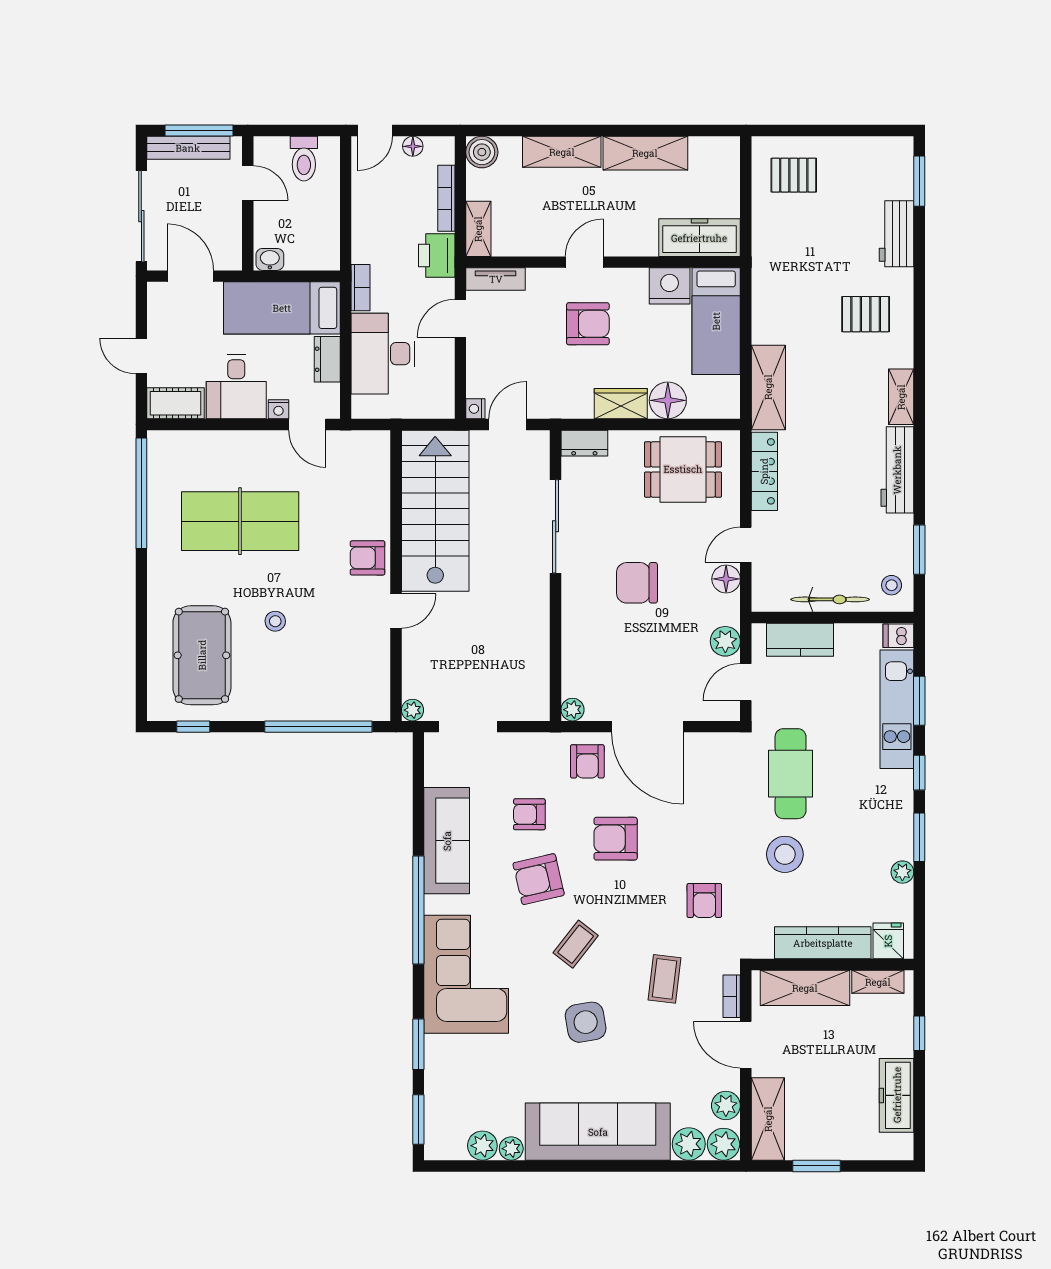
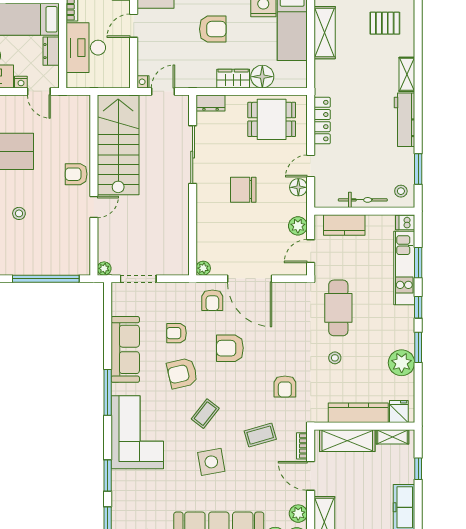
shelving: (768, 387) -> (325, 33), moved
stool: (785, 854) -> (335, 358), width x0.53, depth x0.53
plant: (902, 872) -> (402, 363), width x1.87, depth x1.87
window: (418, 910) -> (108, 392), width x0.68
coffee table: (664, 979) -> (260, 435), turned 67

